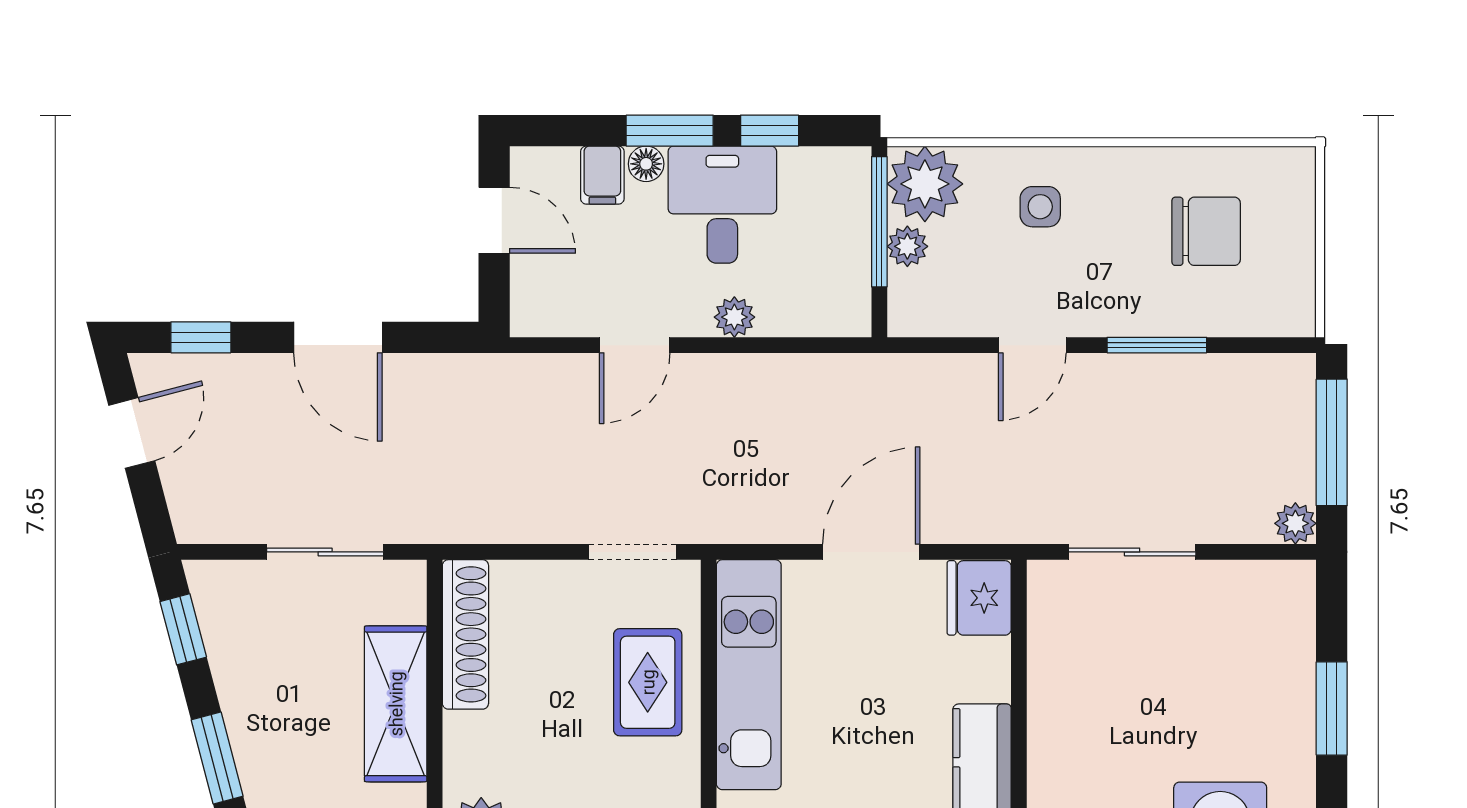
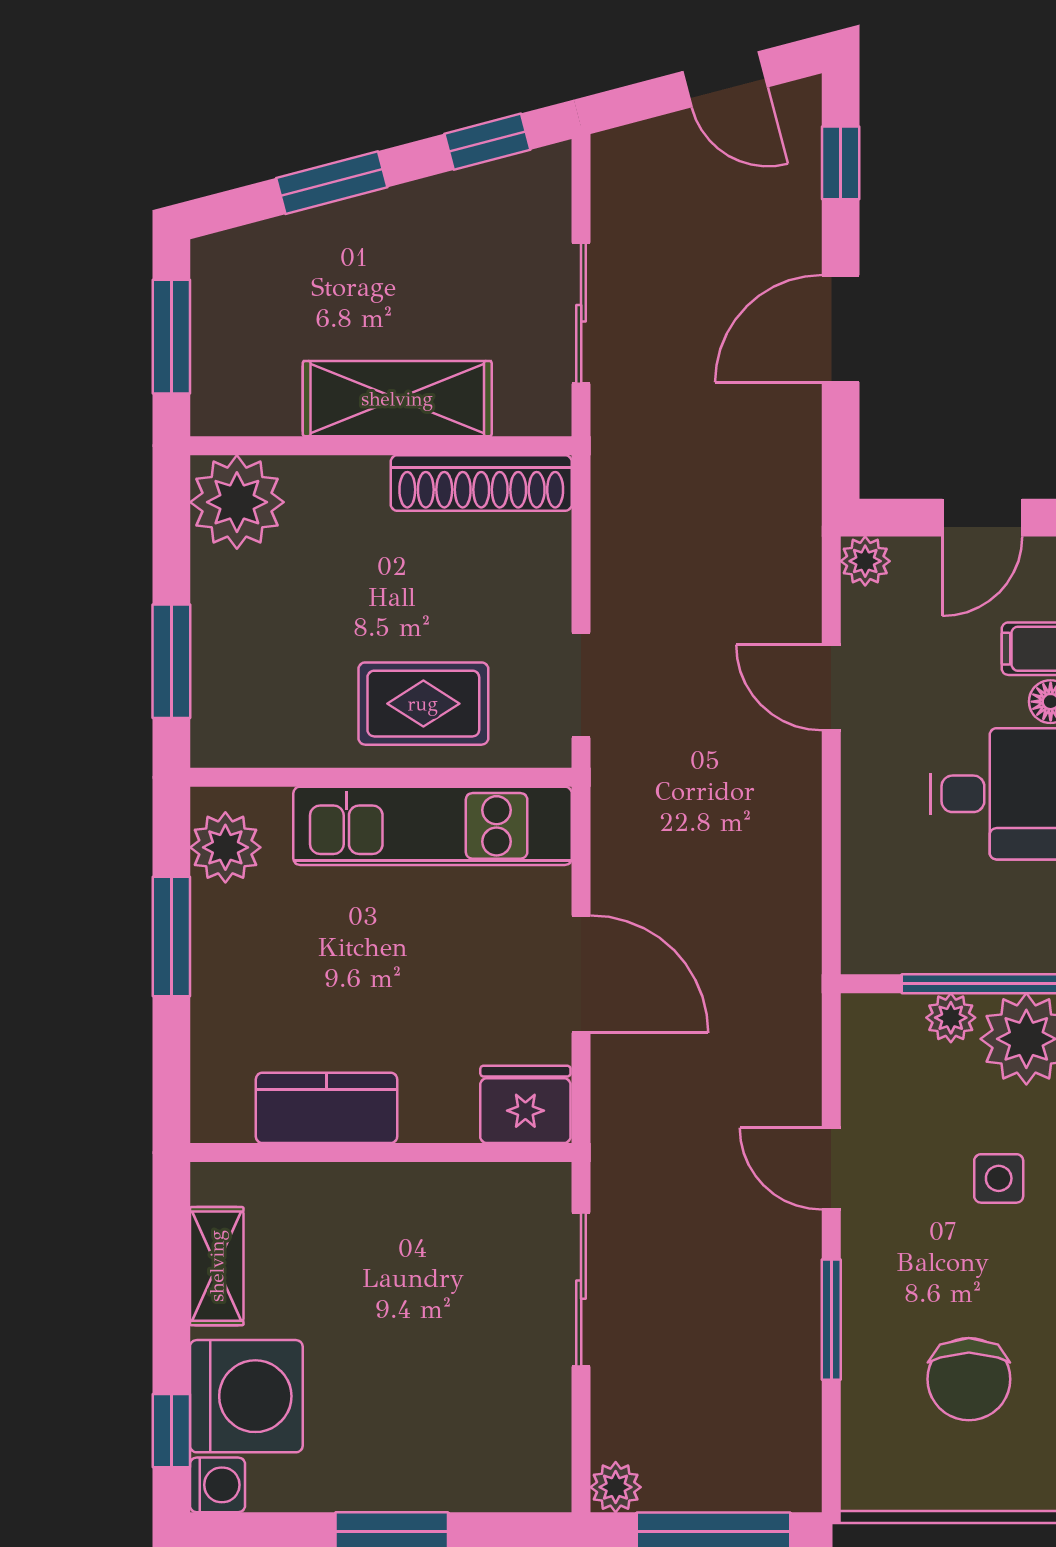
plant: (734, 317) -> (865, 561), moved

